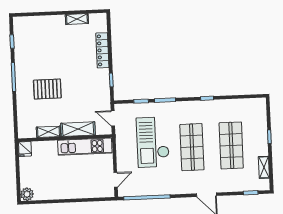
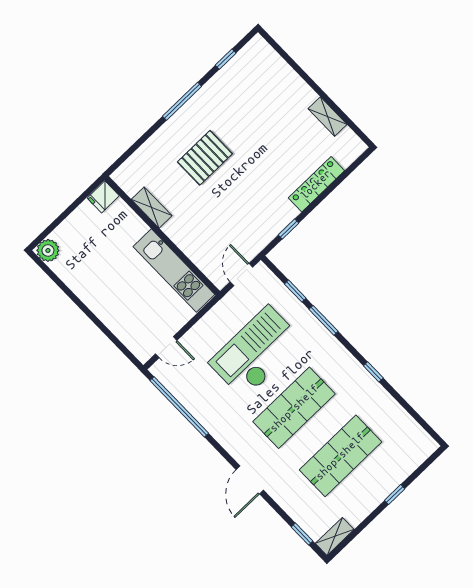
pallet: (47, 89) -> (205, 158), turned 90
shelving: (78, 129) -> (188, 242), removed
shelving: (264, 167) -> (335, 536), moved

